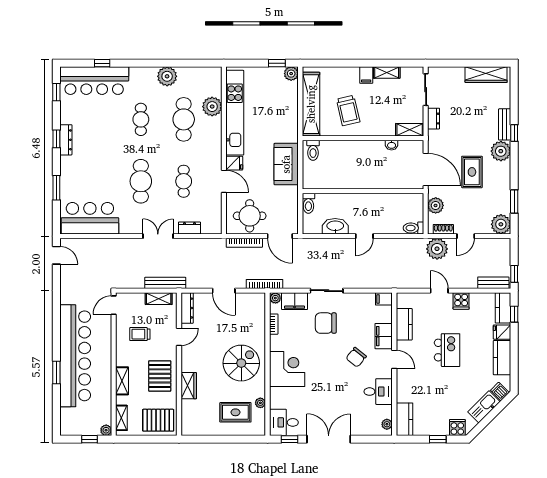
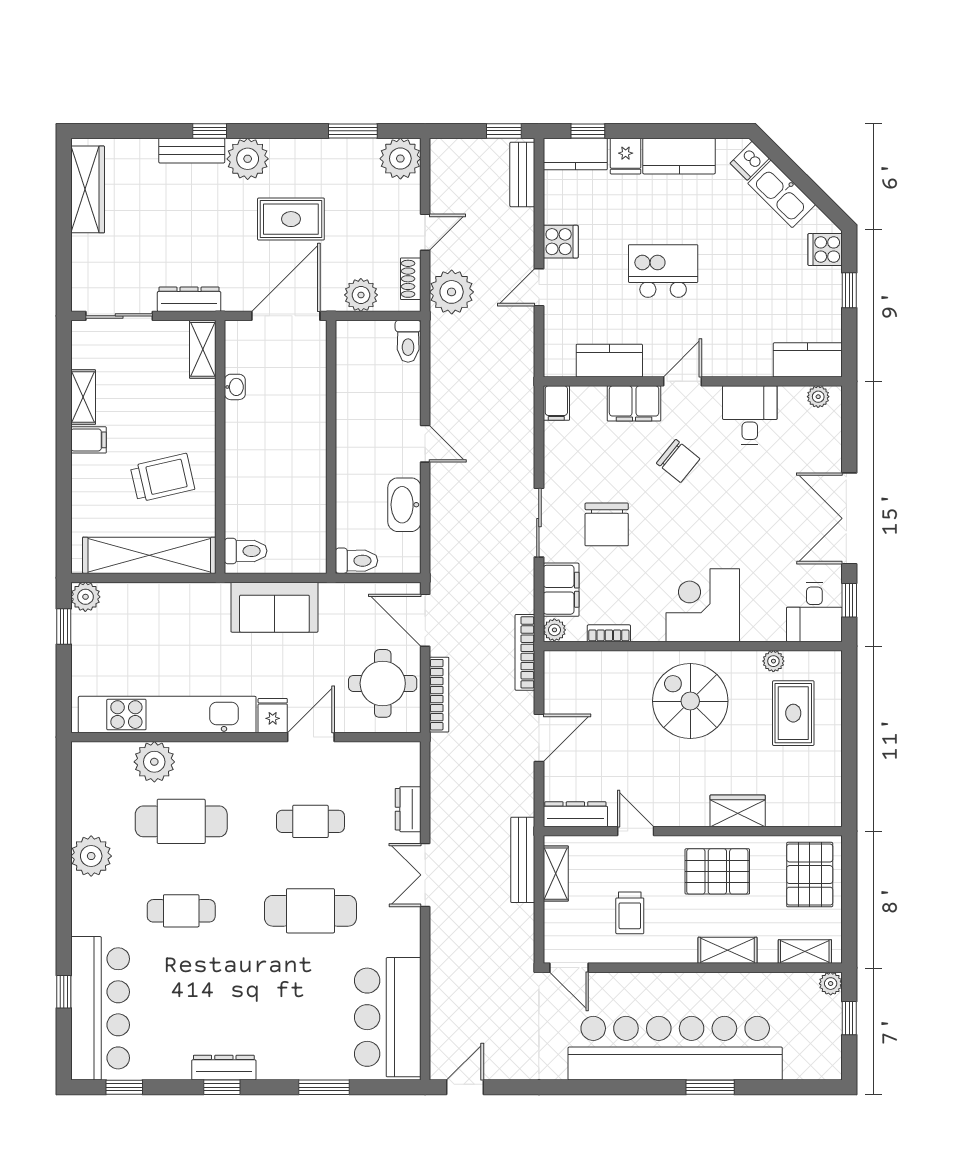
dresser: (434, 119) -> (189, 299), width x1.44
door: (280, 236) -> (425, 620), swing flipped
door: (466, 236) -> (425, 232), hinge flipped

